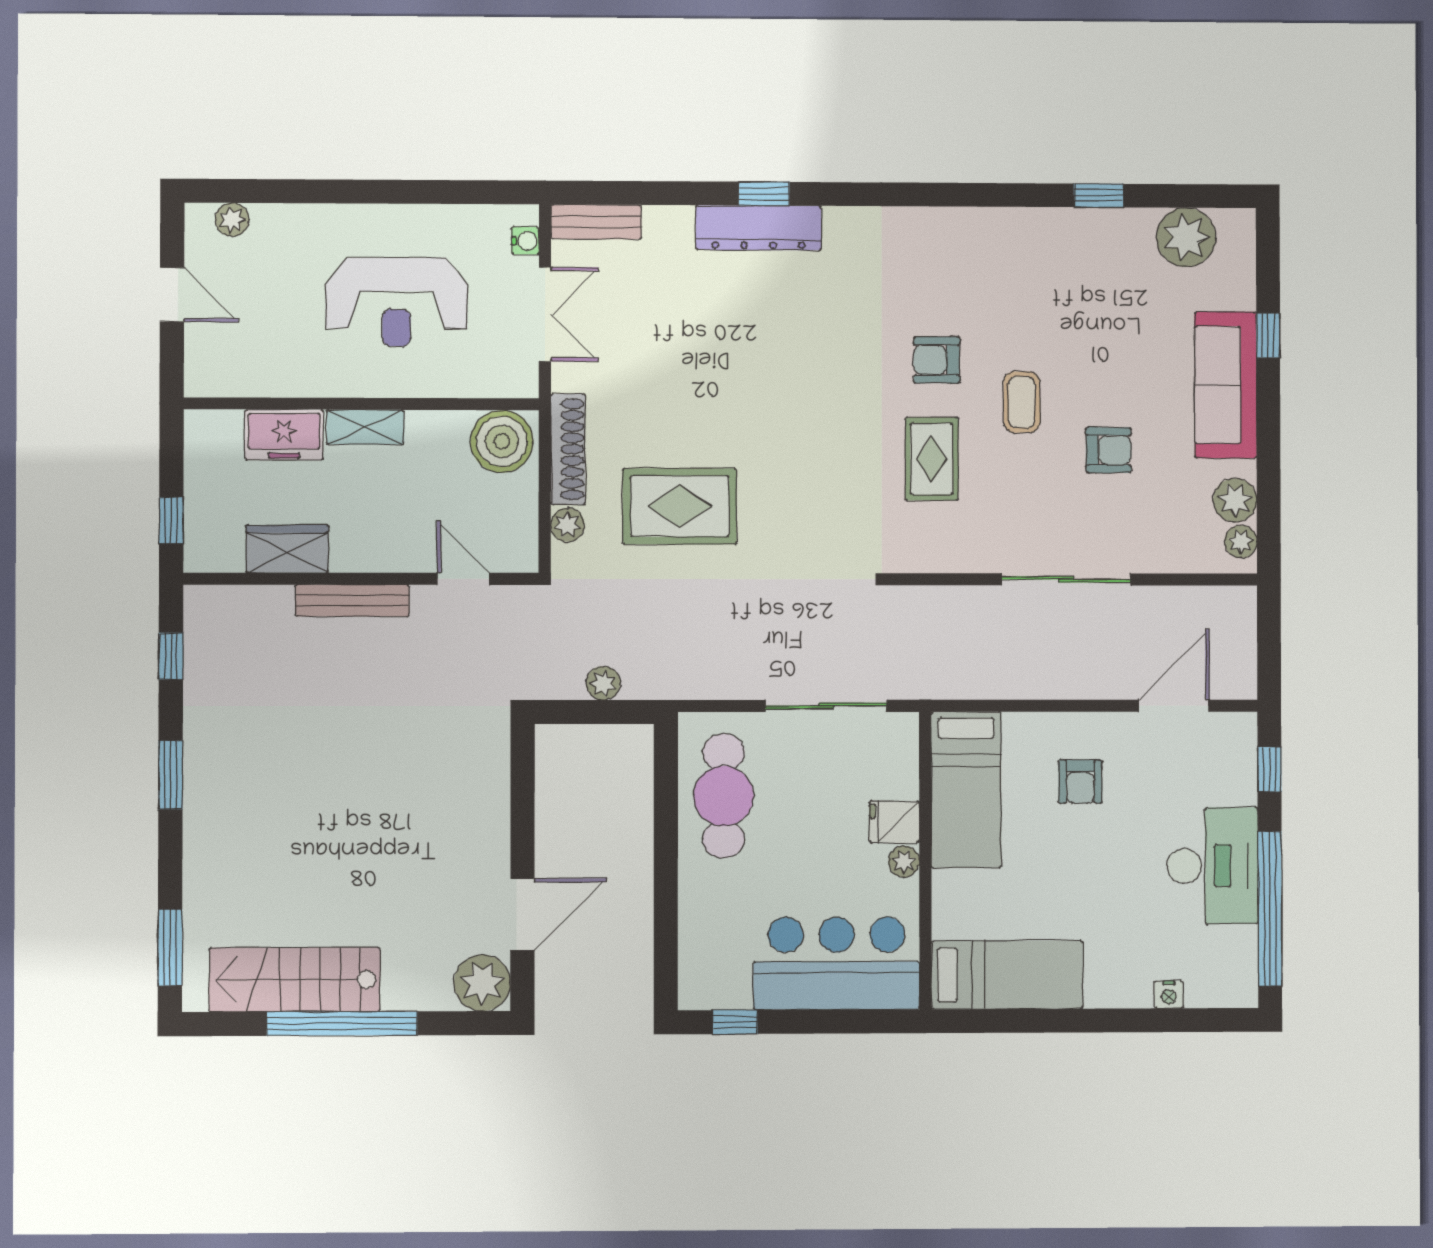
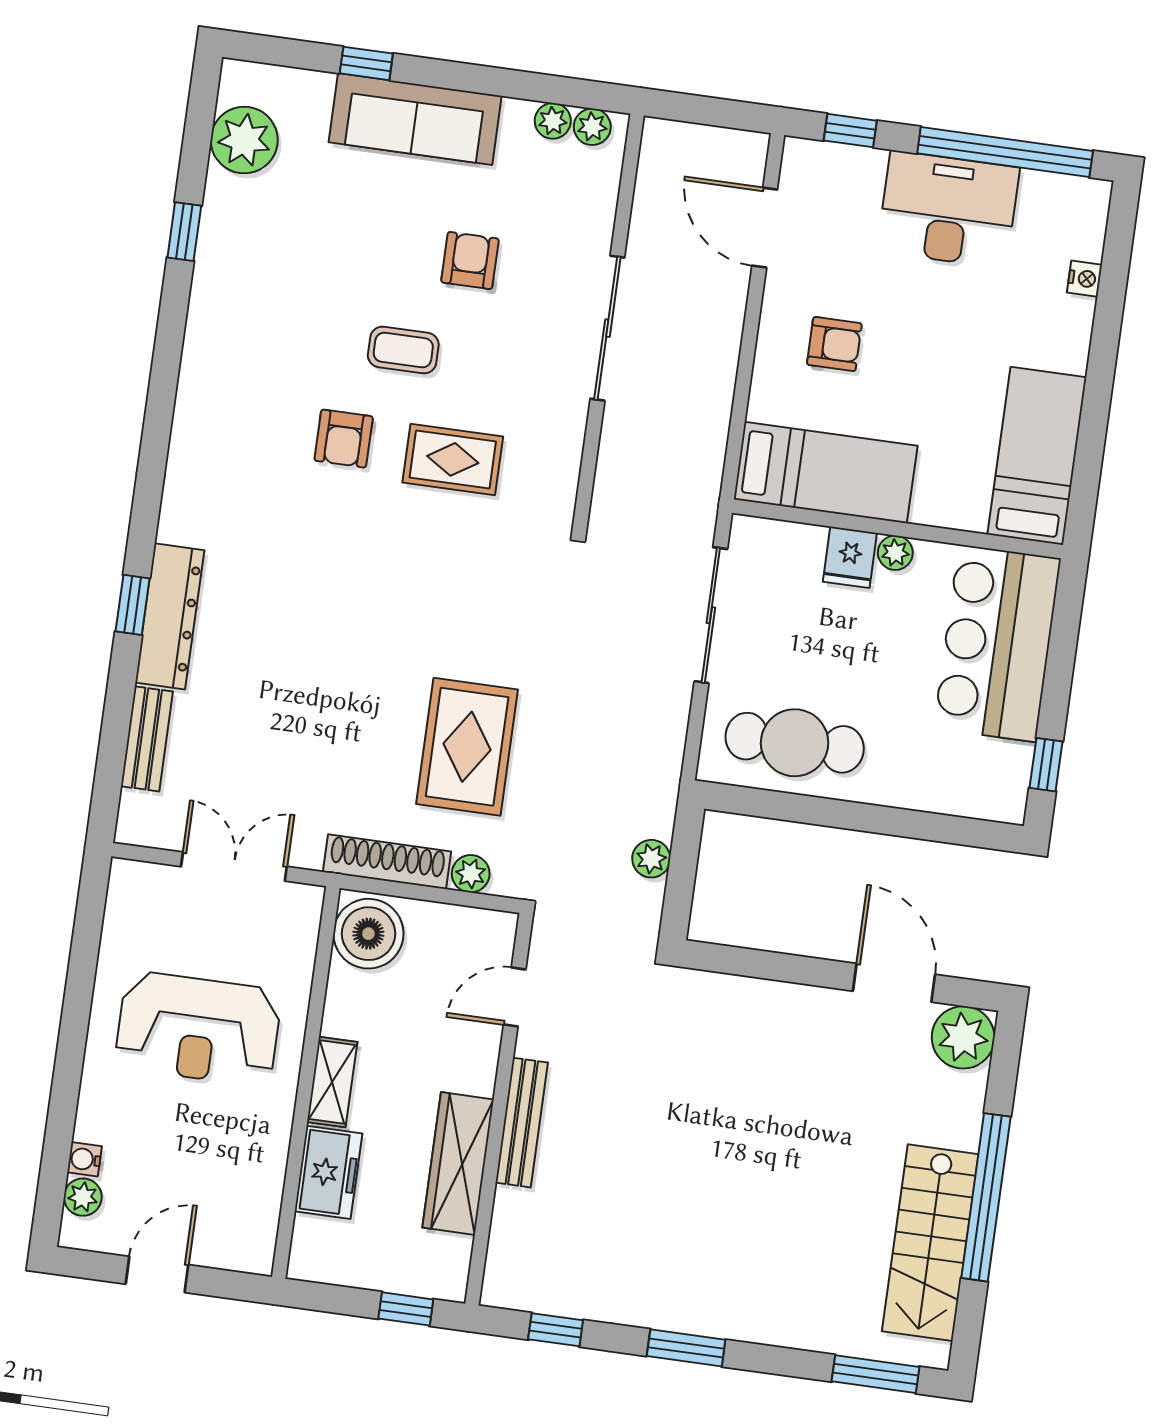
bench: (596, 222) -> (147, 739), moved
water cooler: (525, 241) -> (85, 1159), moved, turned -90
reception desk: (396, 302) -> (198, 1029), turned 90
plant: (1235, 500) -> (553, 121), width x0.73, depth x0.73
wardrobe: (287, 549) -> (458, 1163), width x1.50

